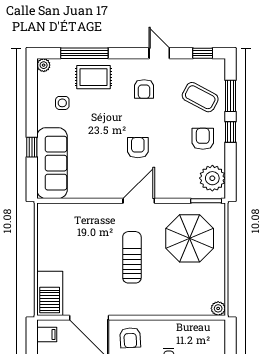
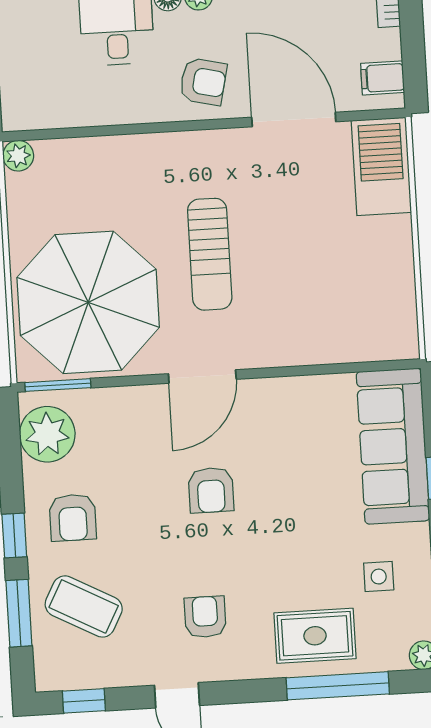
parasol: (190, 238) -> (88, 302), width x1.36, depth x1.36
armchair: (130, 338) -> (203, 82), turned 106

